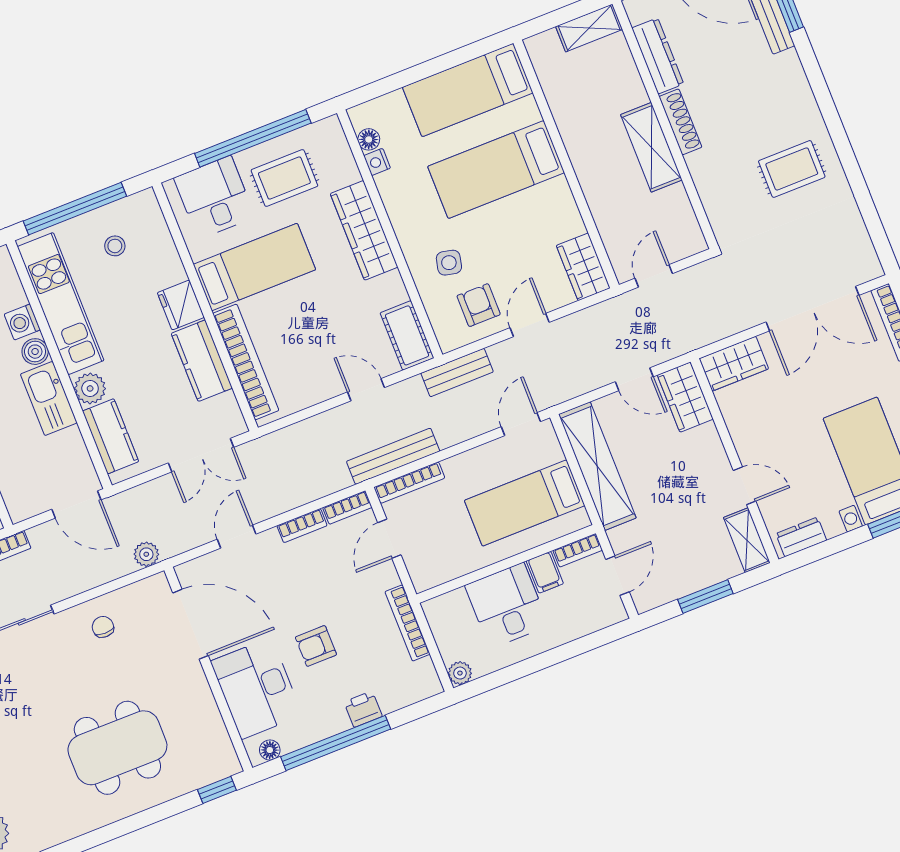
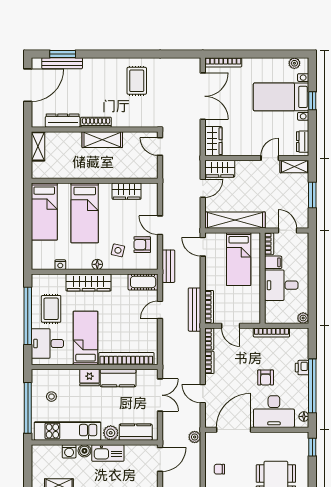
floor lamp: (369, 139) -> (97, 264), moved
wardrobe: (583, 267) -> (127, 191), moved
door: (654, 276) -> (160, 147), moved

